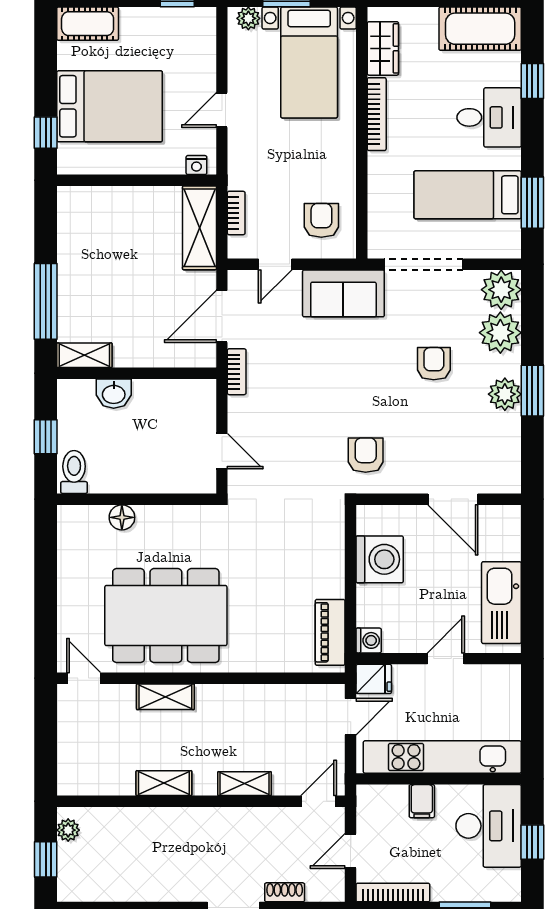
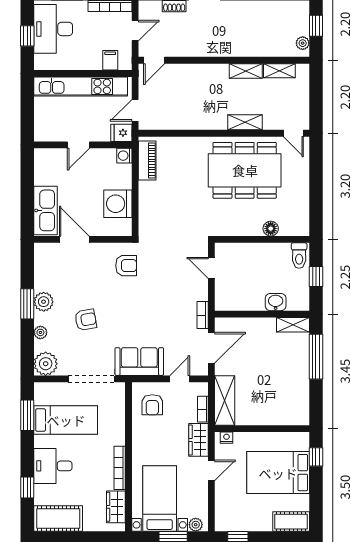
wardrobe: (244, 161) -> (199, 440), added
plant: (500, 333) -> (40, 332), width x0.53, depth x0.53
armchair: (434, 364) -> (86, 320), turned -100
armchair: (366, 455) -> (126, 266), turned -90
kitchen sink: (501, 603) -> (46, 210), moved
shelving: (245, 784) -> (279, 71), moved
filing cabinet: (422, 801) -> (110, 60), moved
desk: (489, 826) -> (53, 29), moved

